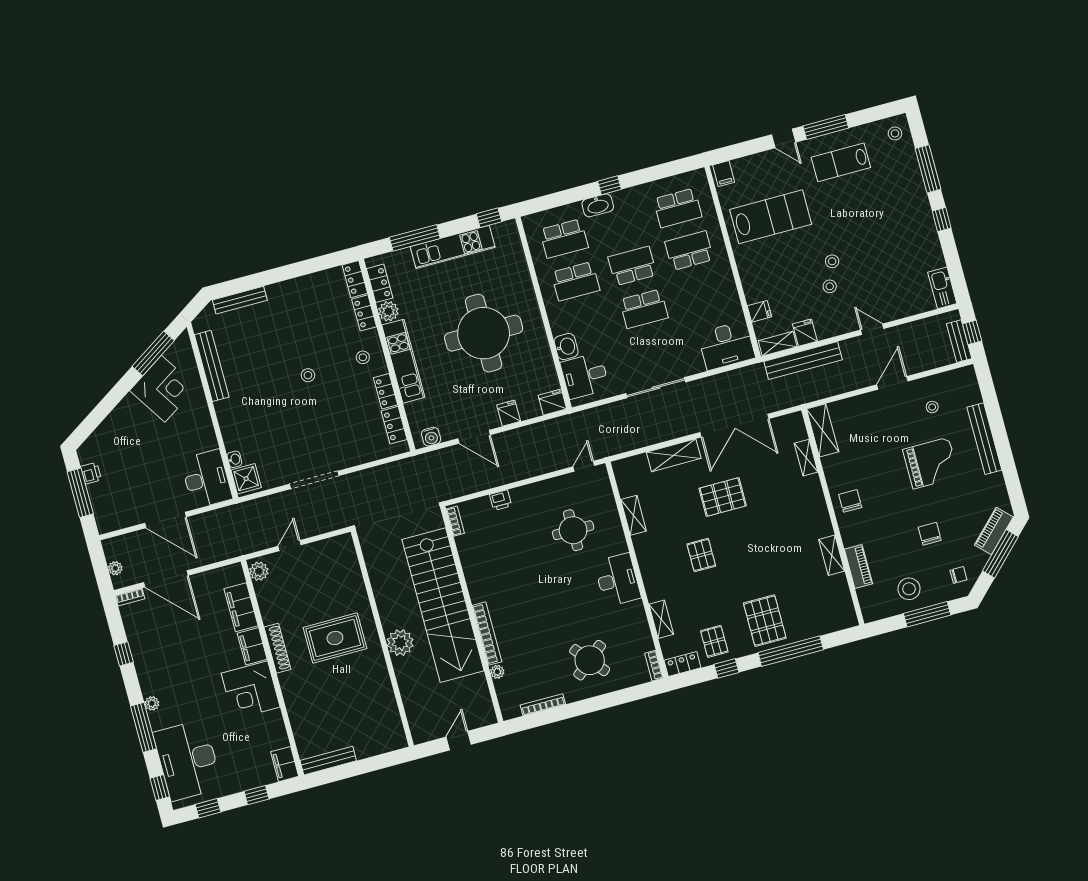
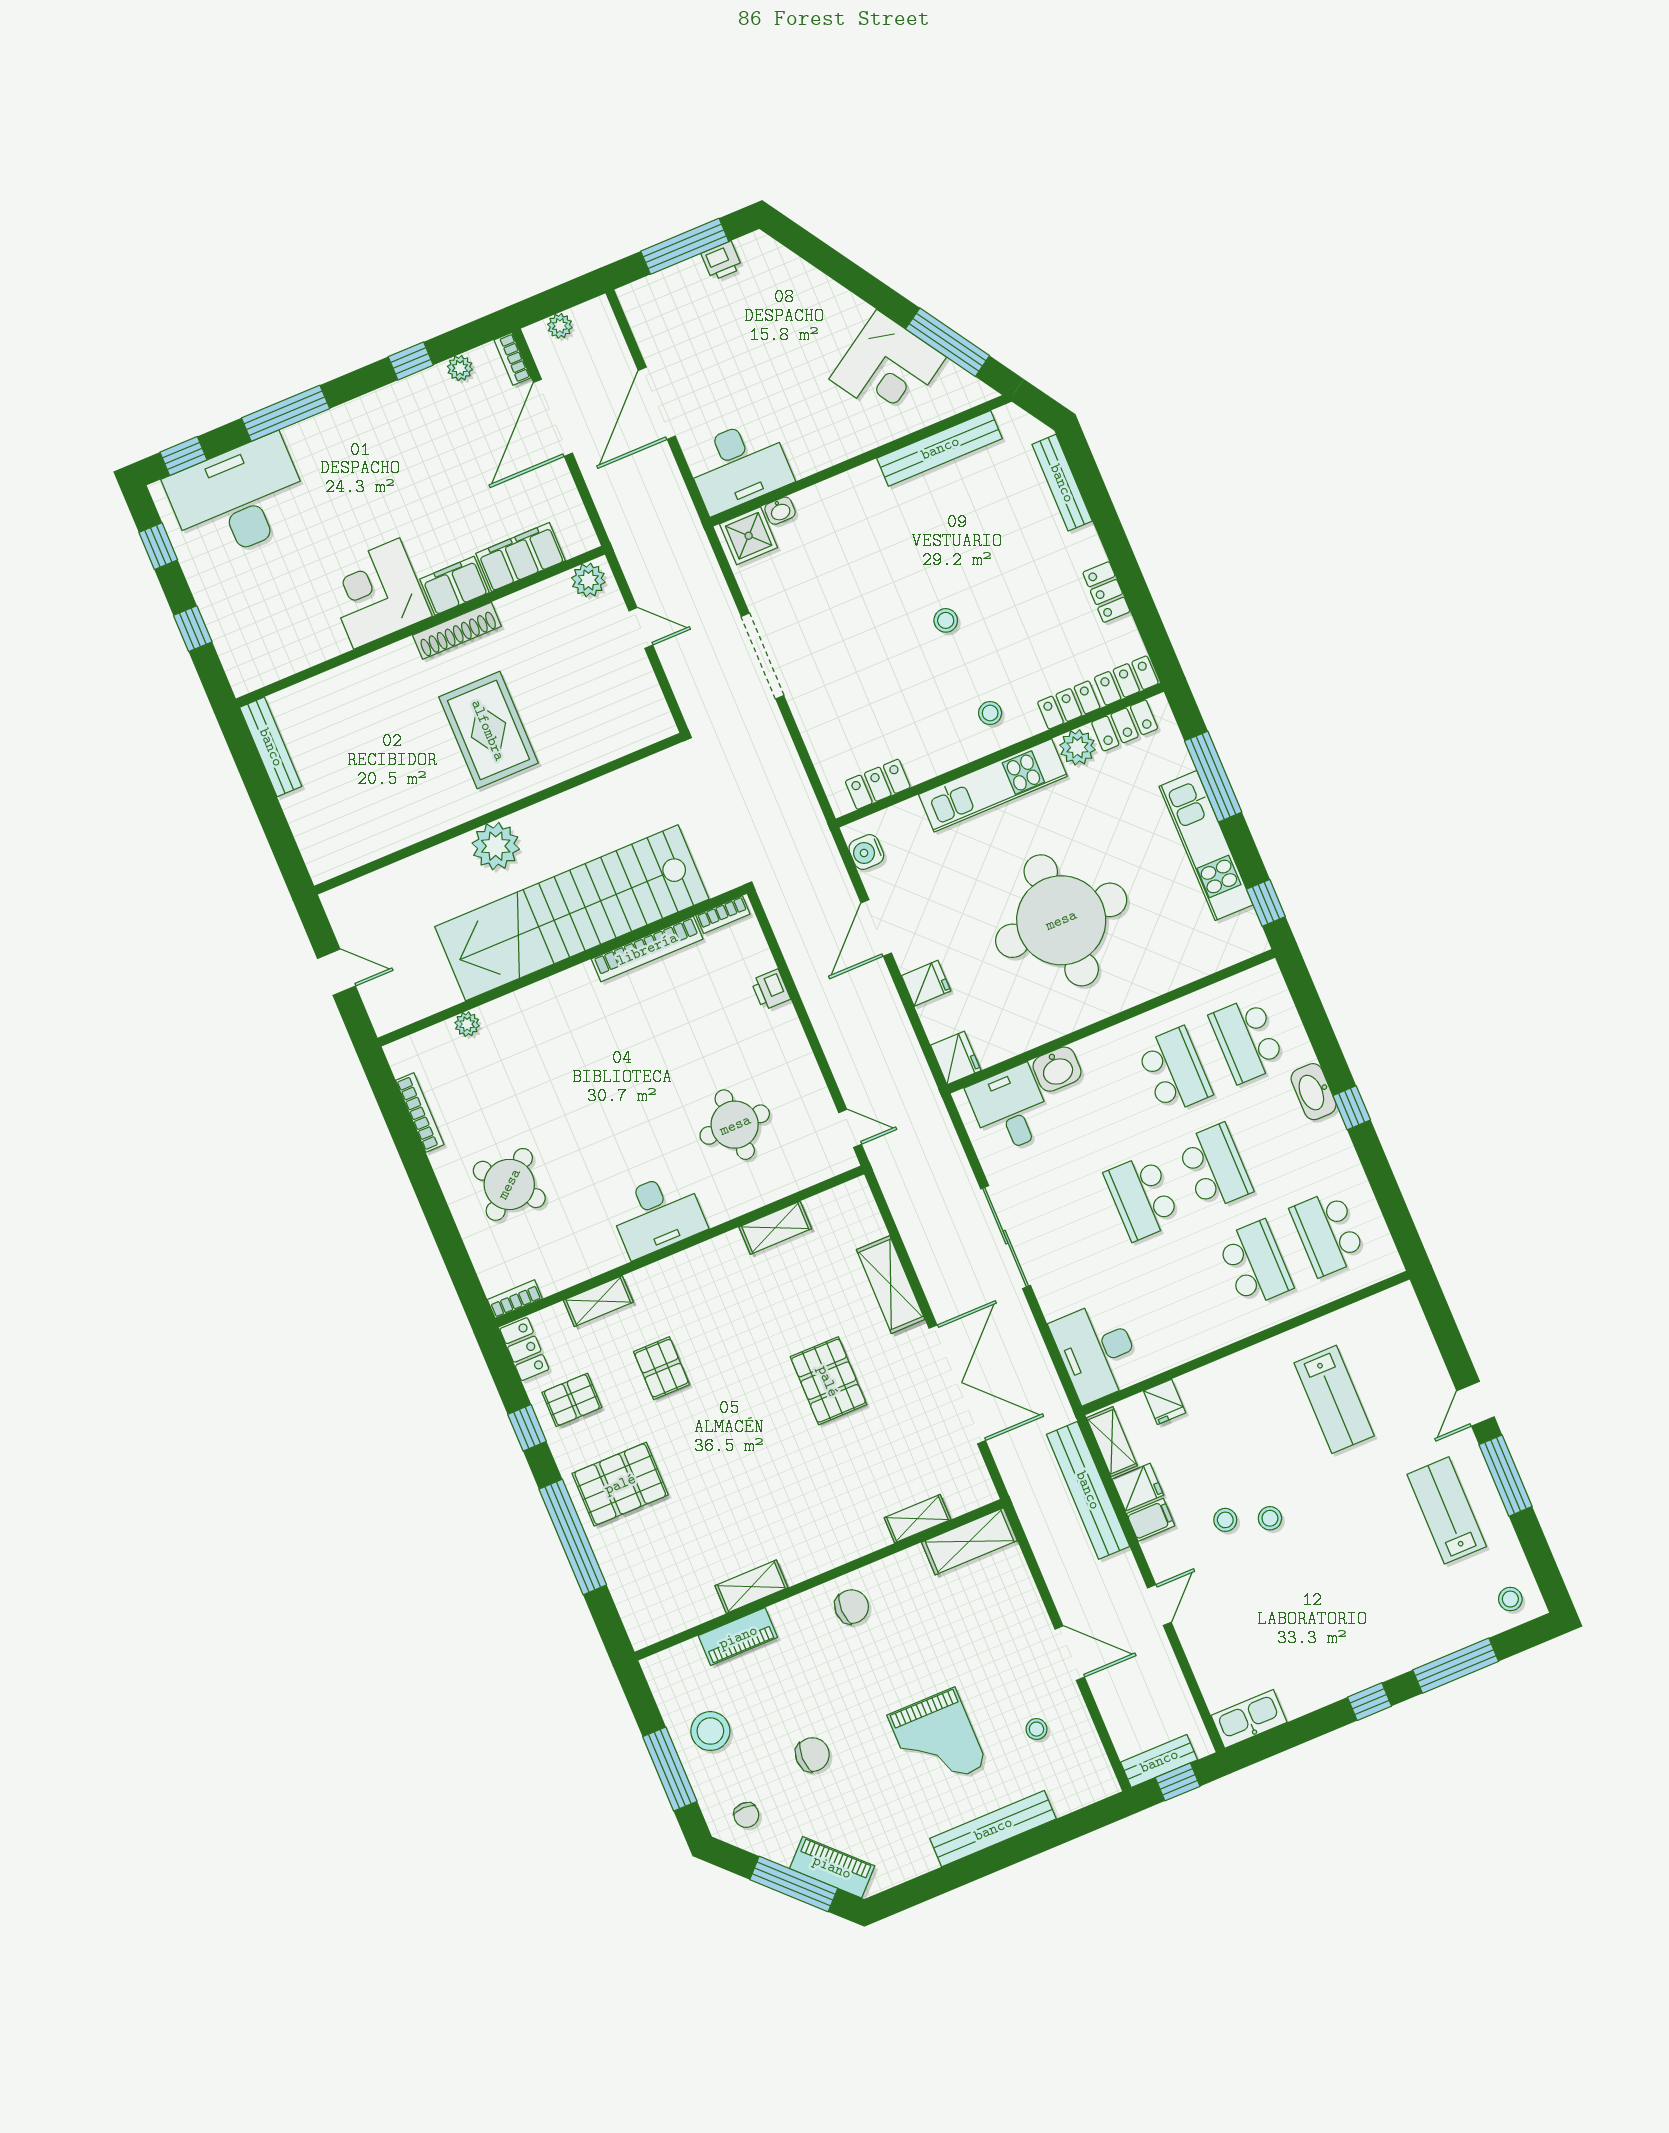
filing cabinet: (724, 174) -> (1151, 1520), moved, turned 180
lab bench: (771, 217) -> (1334, 1399), width x0.73, depth x0.72
school desk: (575, 281) -> (1174, 1070), turned 180
locker: (386, 391) -> (1106, 592), moved, turned -90
double door: (734, 426) -> (957, 1384), swing flipped
pallet: (701, 555) -> (661, 1368), moved, turned 90
bookcase: (487, 634) -> (647, 949), moved
plant: (152, 703) -> (460, 368), moved
filing cabinet: (285, 764) -> (254, 671), removed

